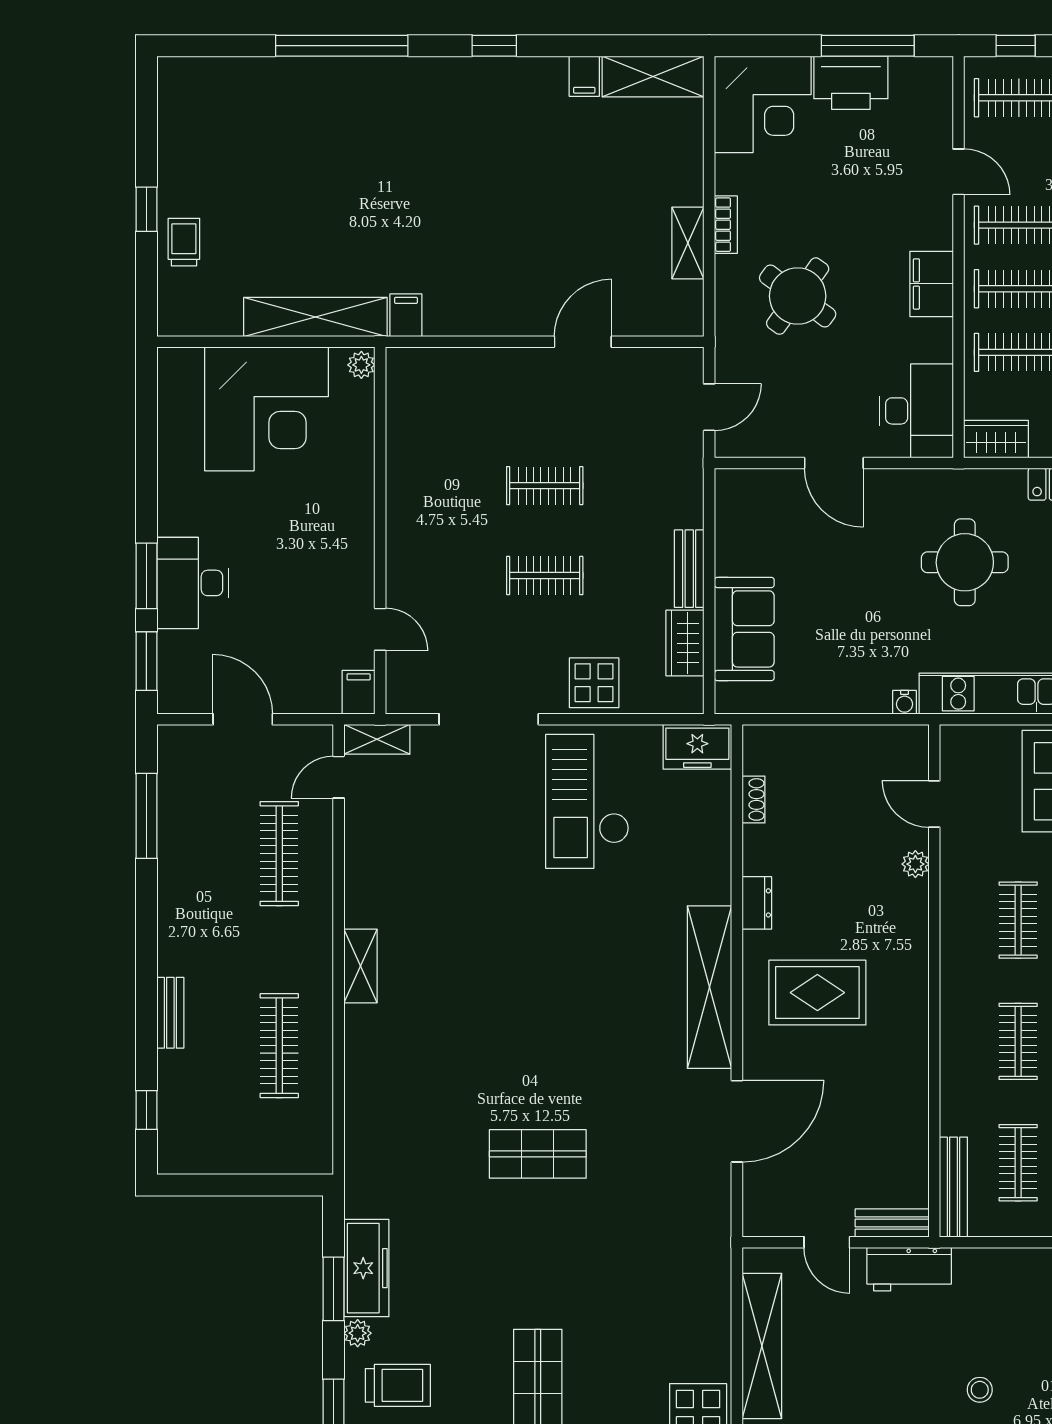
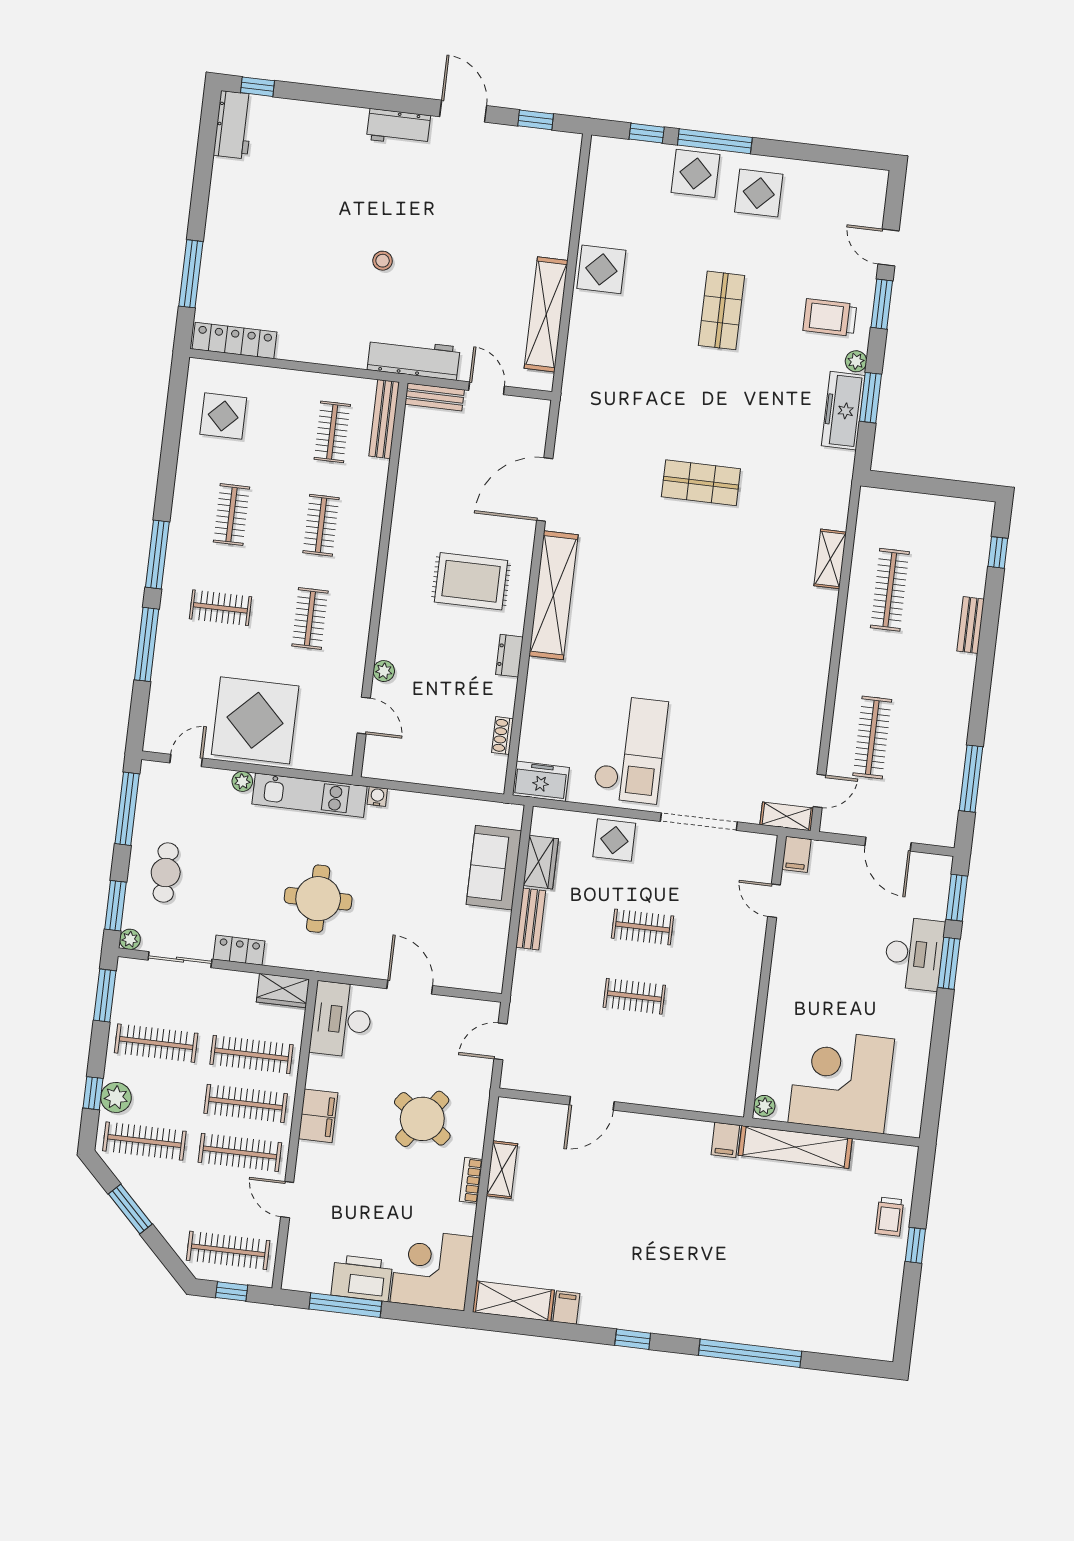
shelving: (360, 966) -> (830, 559), moved
workbench: (909, 1269) -> (414, 358), width x1.38

